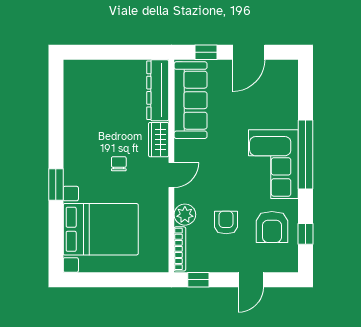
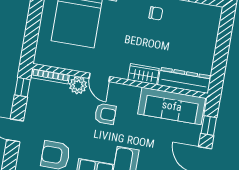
chair: (119, 164) -> (156, 13), moved
door: (171, 175) -> (99, 77), moved
armchair: (226, 223) -> (105, 114), moved

